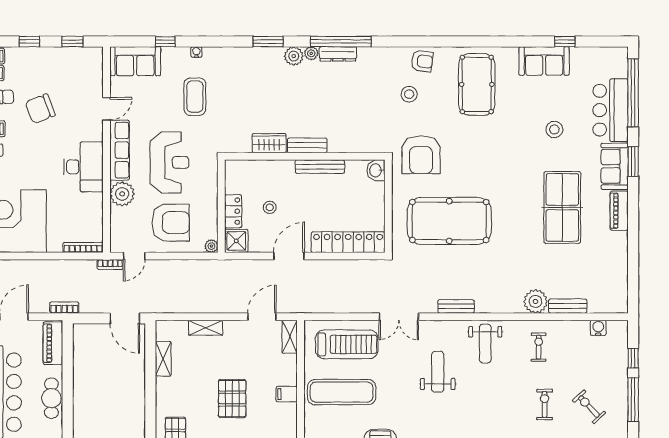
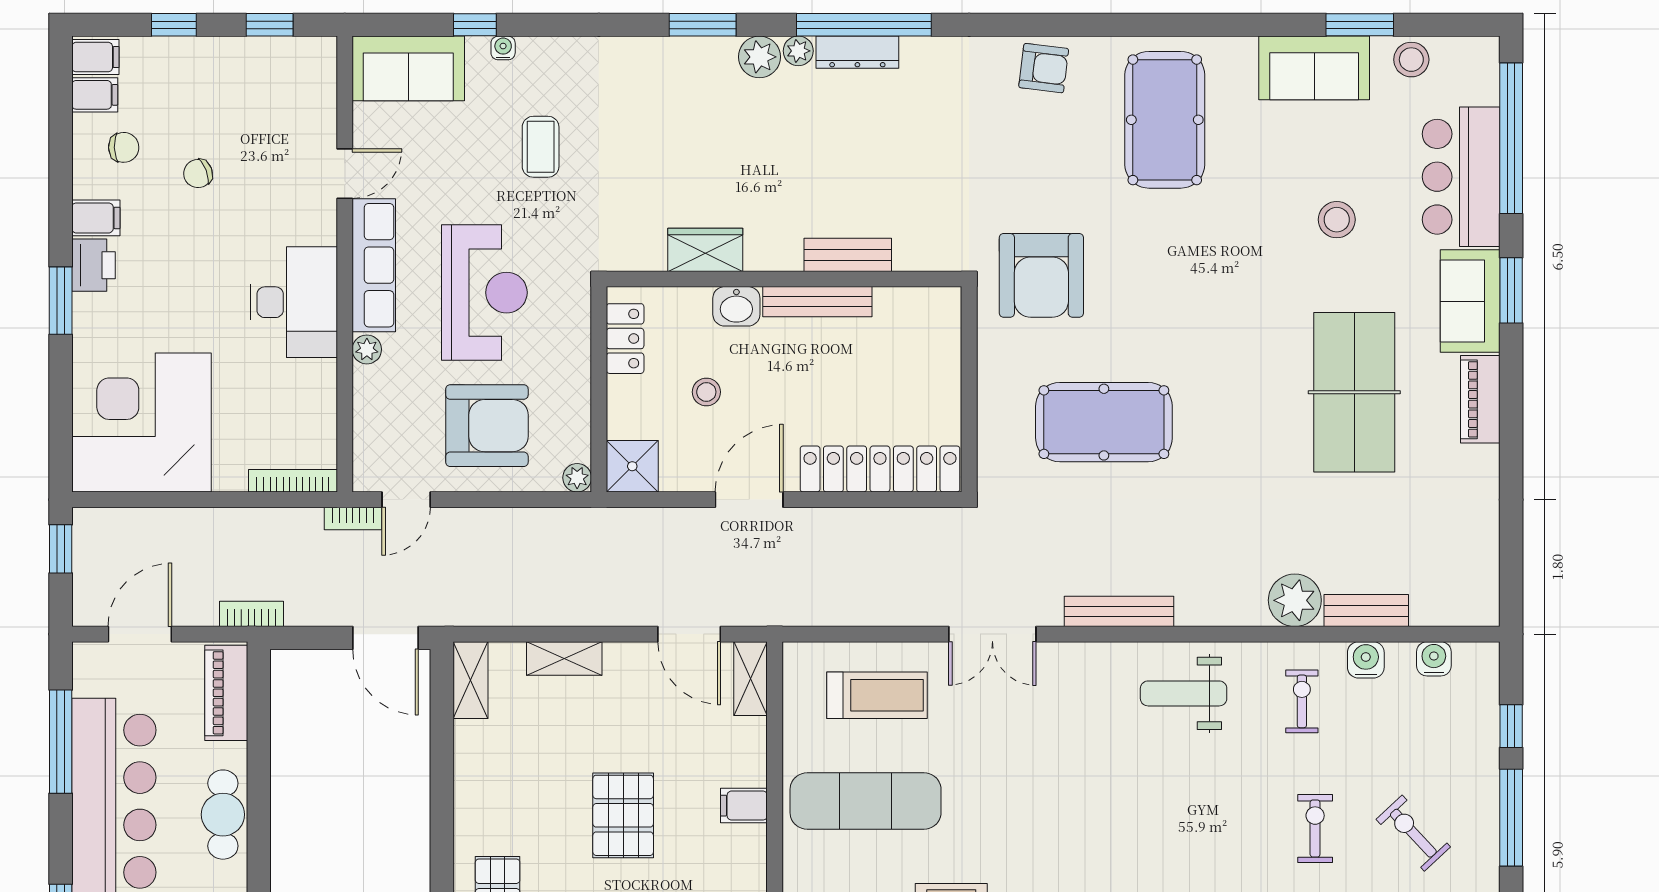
window: (565, 42) -> (1360, 25), width x1.50
water cooler: (196, 52) -> (503, 48), moved
stool: (409, 94) -> (1411, 60), moved
coffee table: (195, 97) -> (541, 147), width x0.73, depth x0.77
chair: (40, 109) -> (198, 174), width x0.54, depth x0.54
bench: (307, 145) -> (848, 255), moved
washbasin: (376, 170) -> (736, 306), moved, turned -90
plant: (122, 194) -> (367, 349), width x0.53, depth x0.53
locker: (233, 211) -> (625, 339), moved
pool table: (449, 221) -> (1104, 422), width x0.73, depth x0.76
bench: (456, 306) -> (1119, 611), width x1.36
door: (262, 317) -> (689, 634), swing flipped
water cooler: (567, 328) -> (1366, 660), added
weight bench: (485, 343) -> (1184, 693), turned 90
treadmill: (347, 344) -> (877, 695), width x0.73, depth x0.73
shelving: (163, 359) -> (470, 680), moved
weight bench: (438, 372) -> (1078, 756), removed

